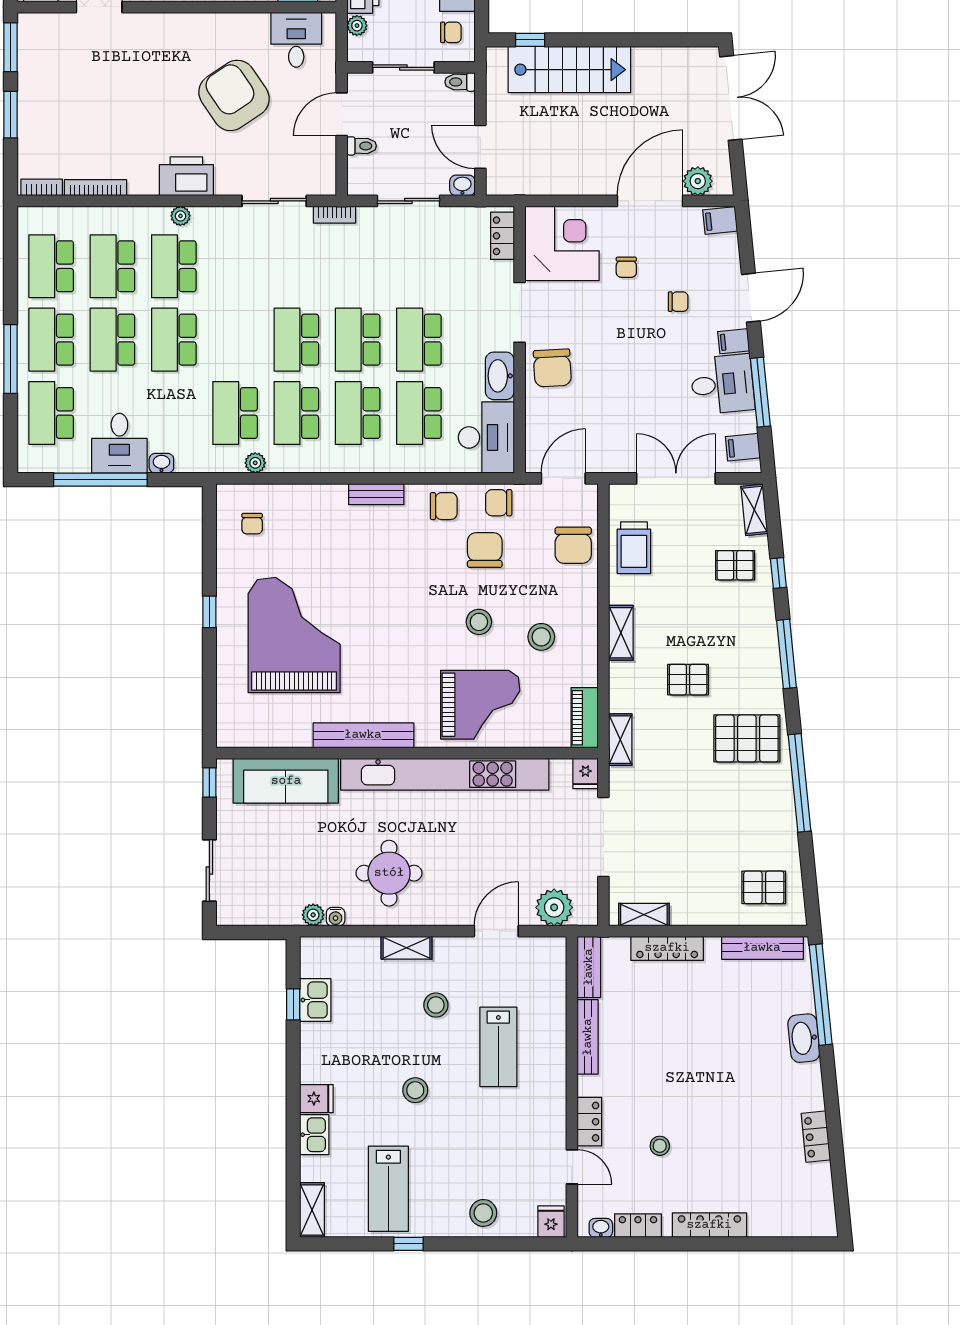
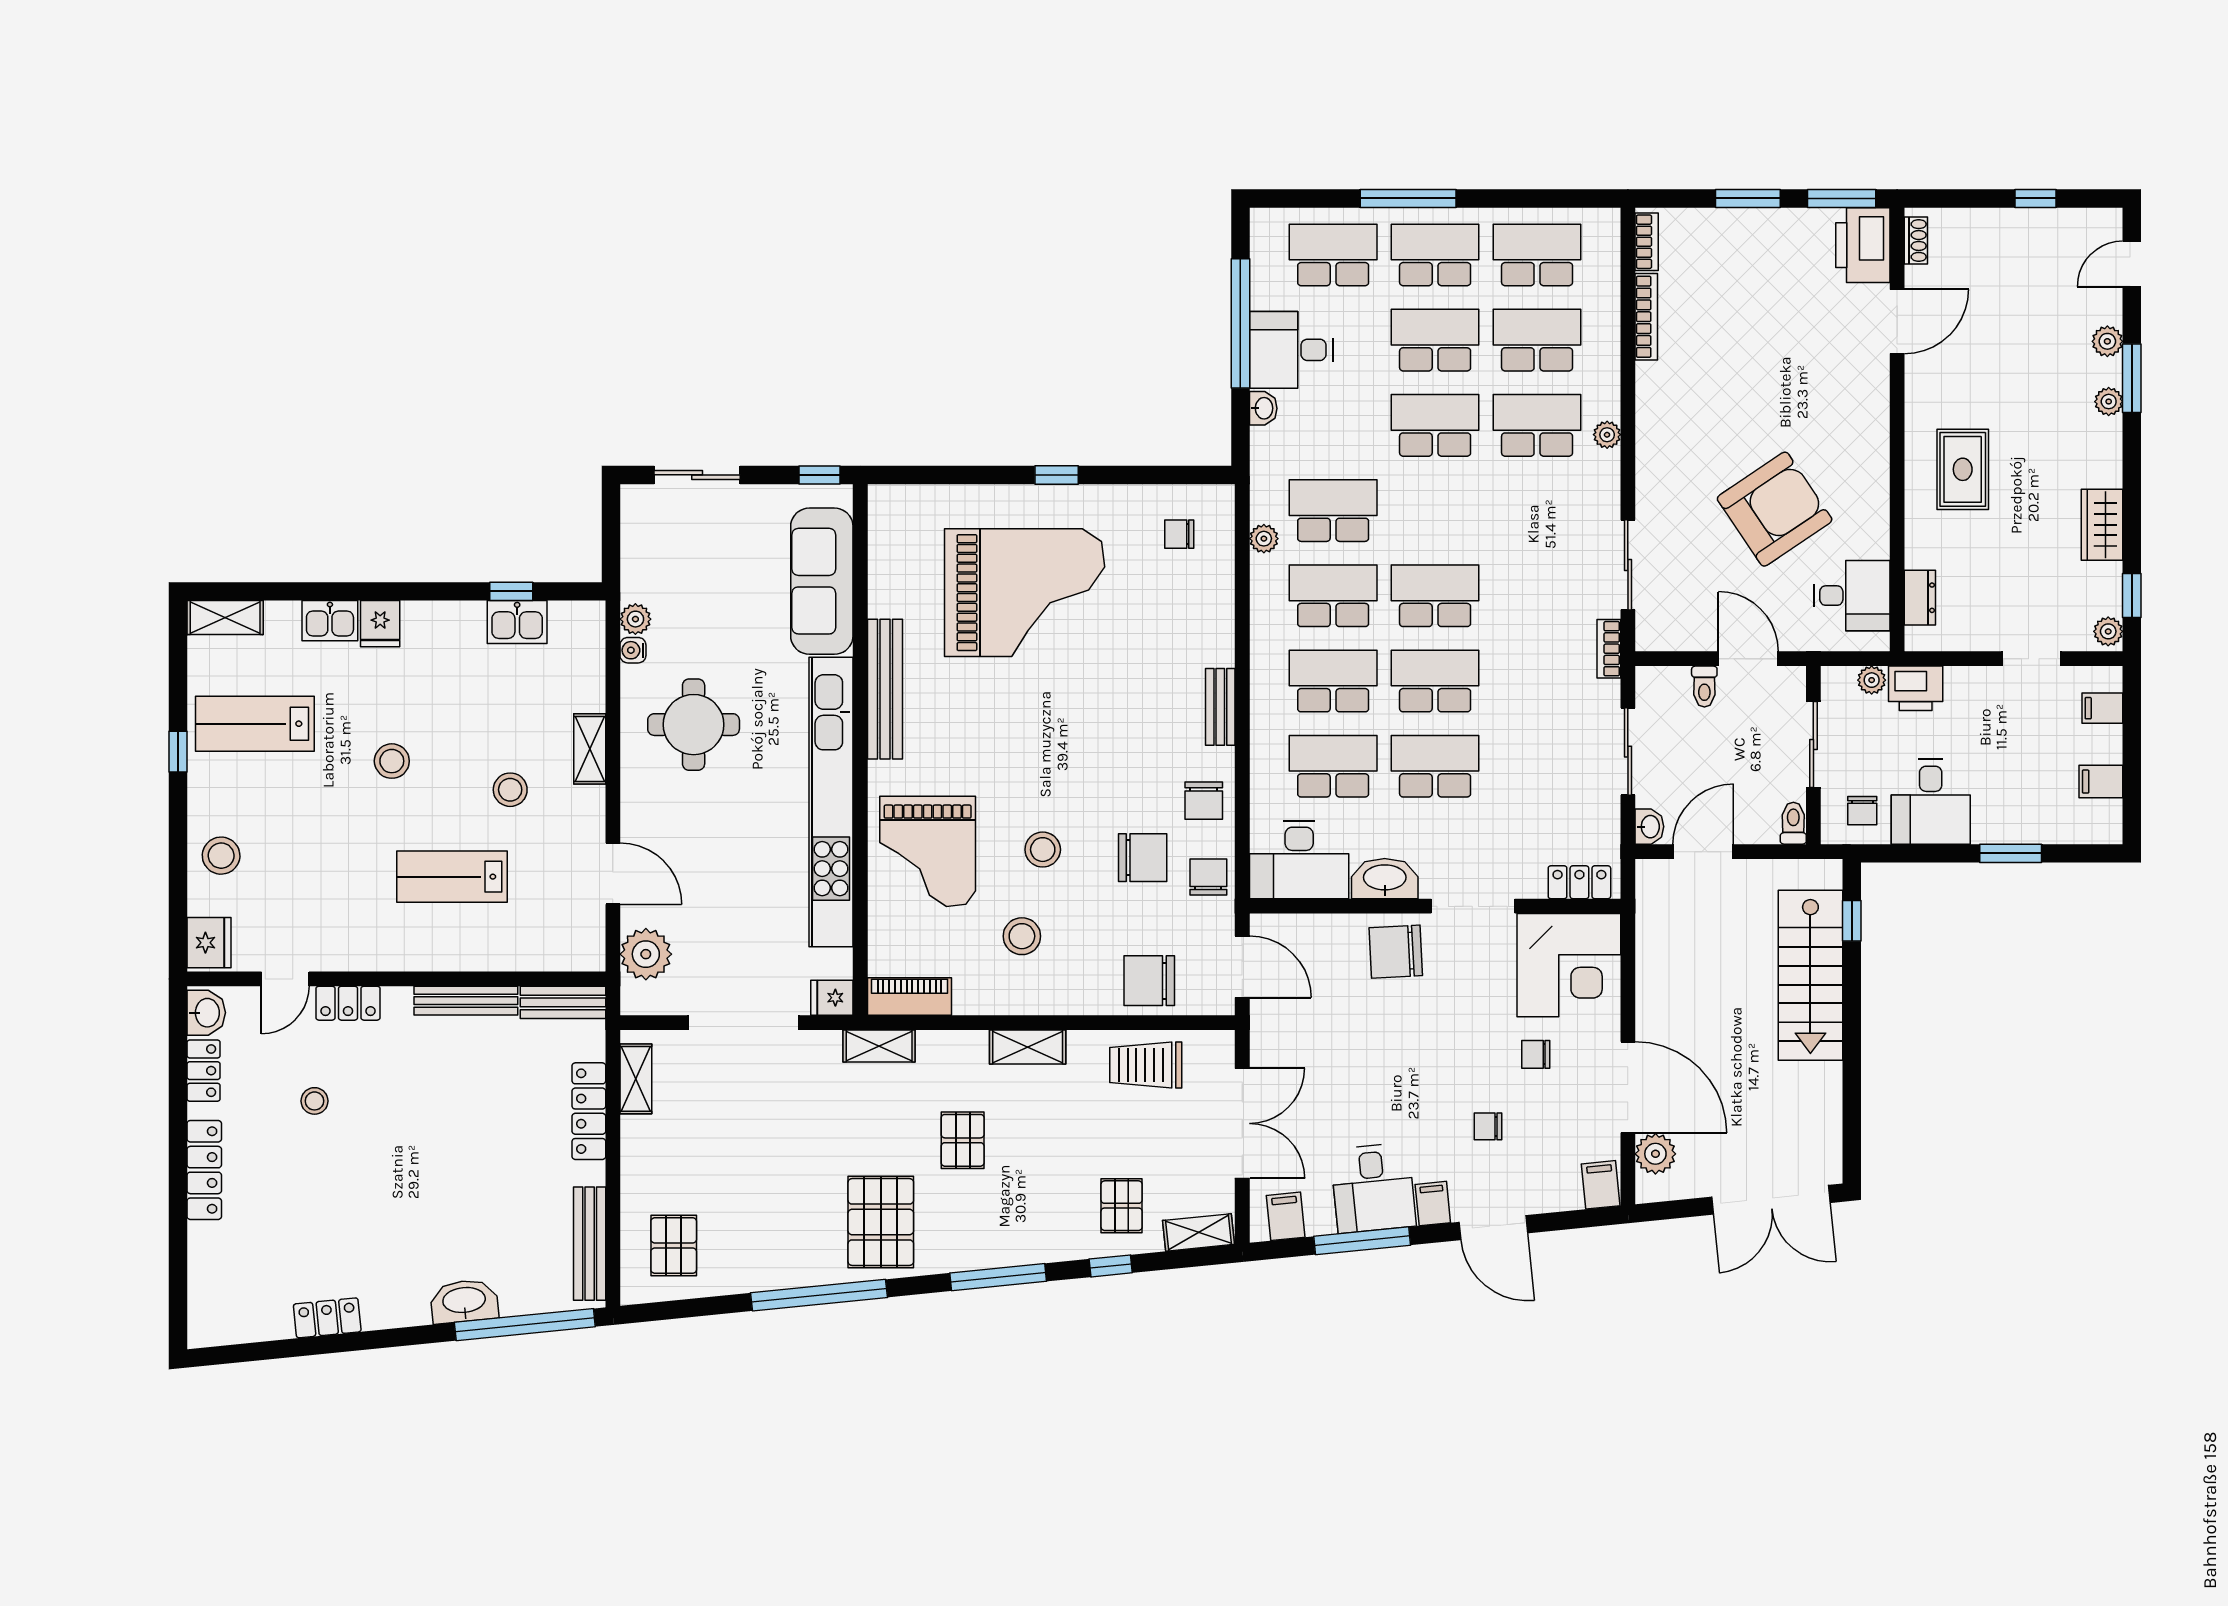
printer: (186, 176) -> (1863, 245), moved, turned 180
chair: (678, 302) -> (1488, 1126), turned 90
fridge: (551, 1222) -> (209, 943), width x1.38
washbasin: (601, 1228) -> (206, 1013), width x1.38, depth x1.45

